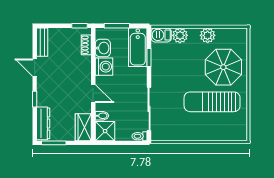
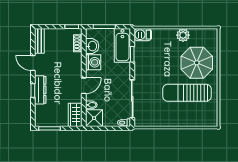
plant: (180, 35) -> (159, 35), removed
door: (93, 94) -> (84, 86), hinge flipped
dresser: (43, 123) -> (40, 90), moved

